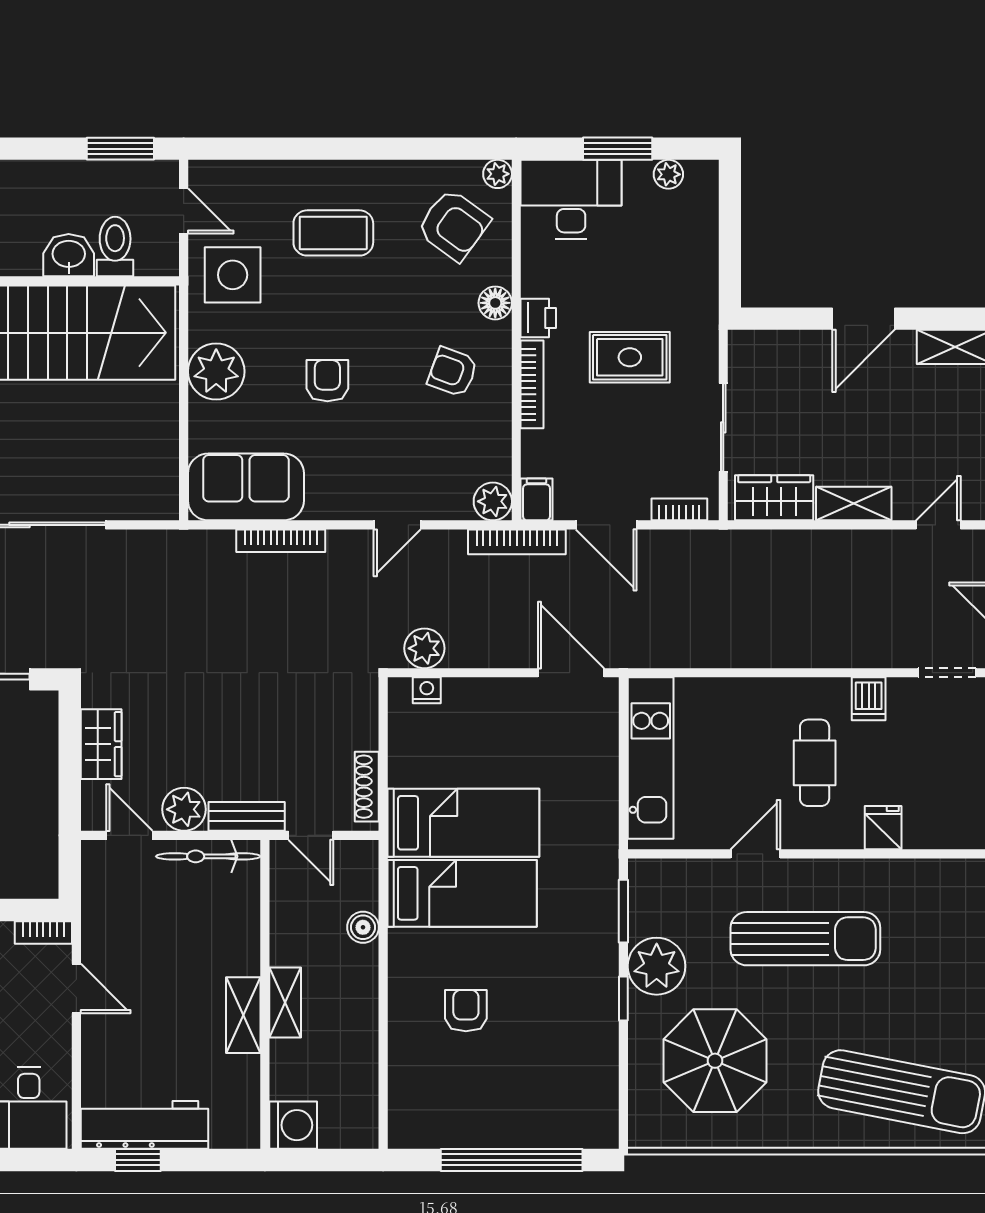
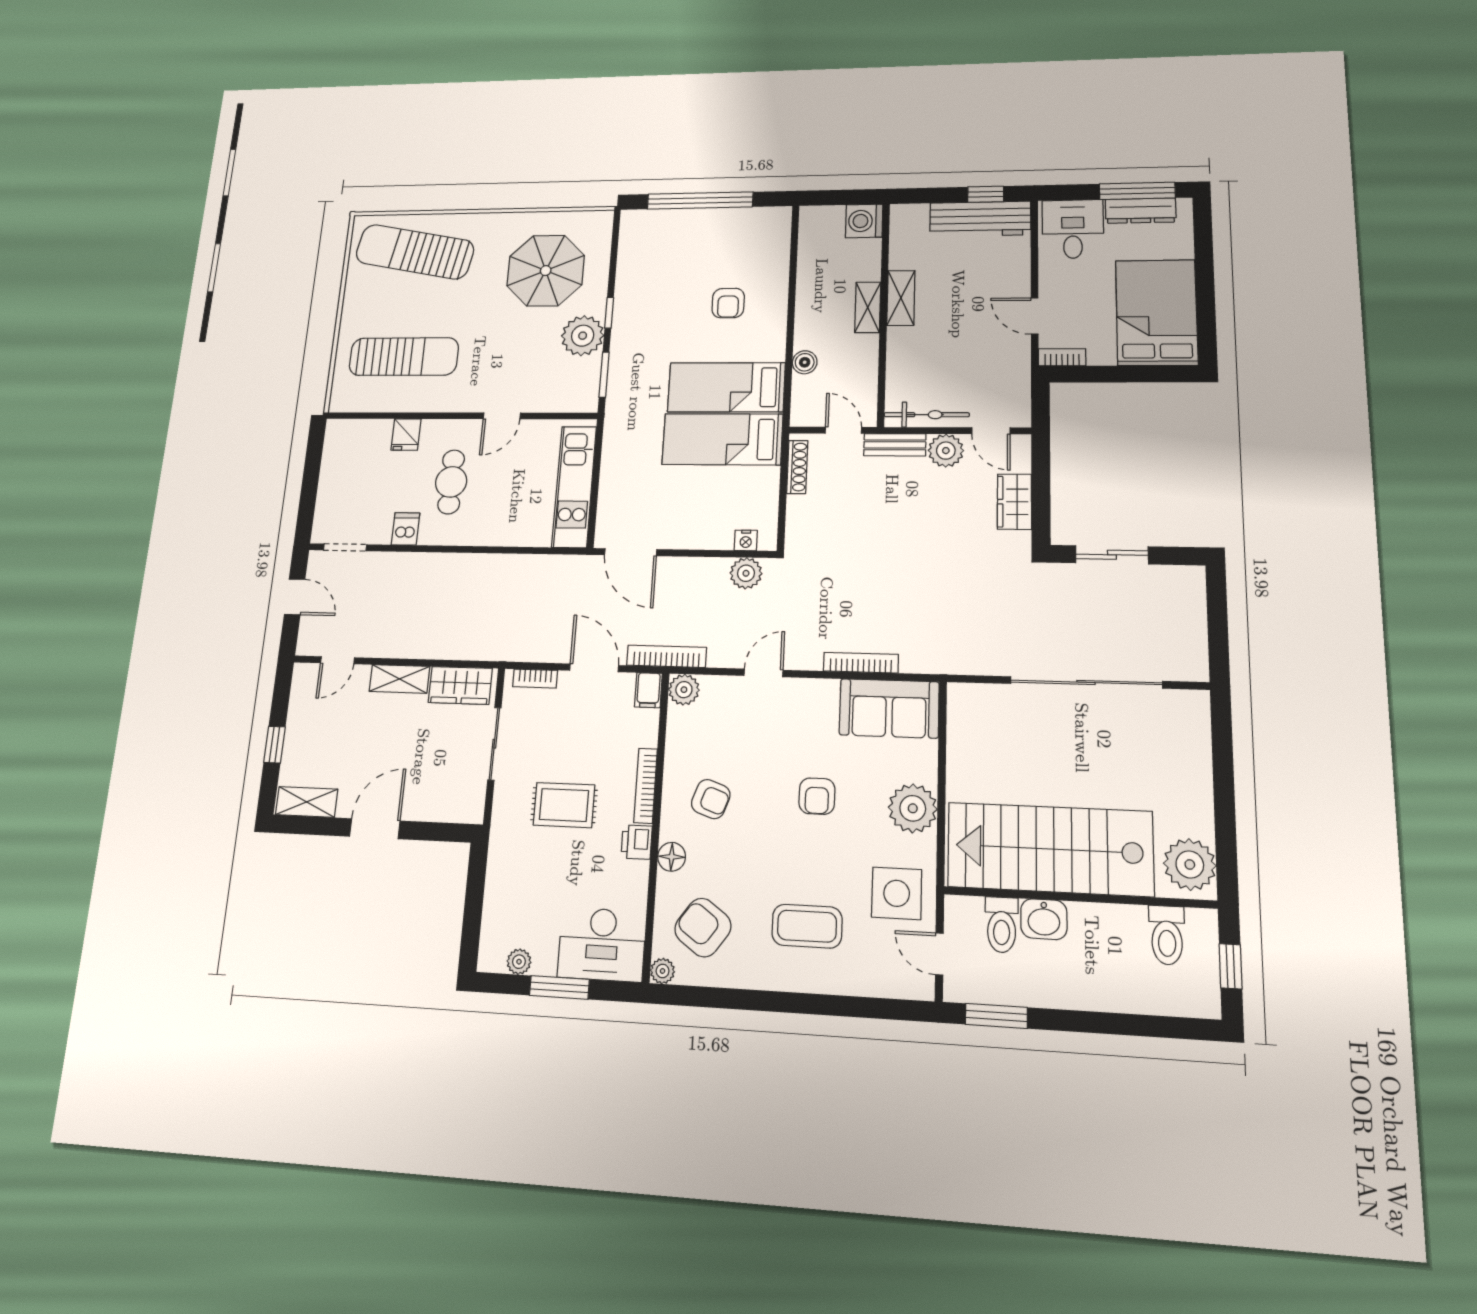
sun lounger: (805, 939) -> (404, 357), moved, turned 180

